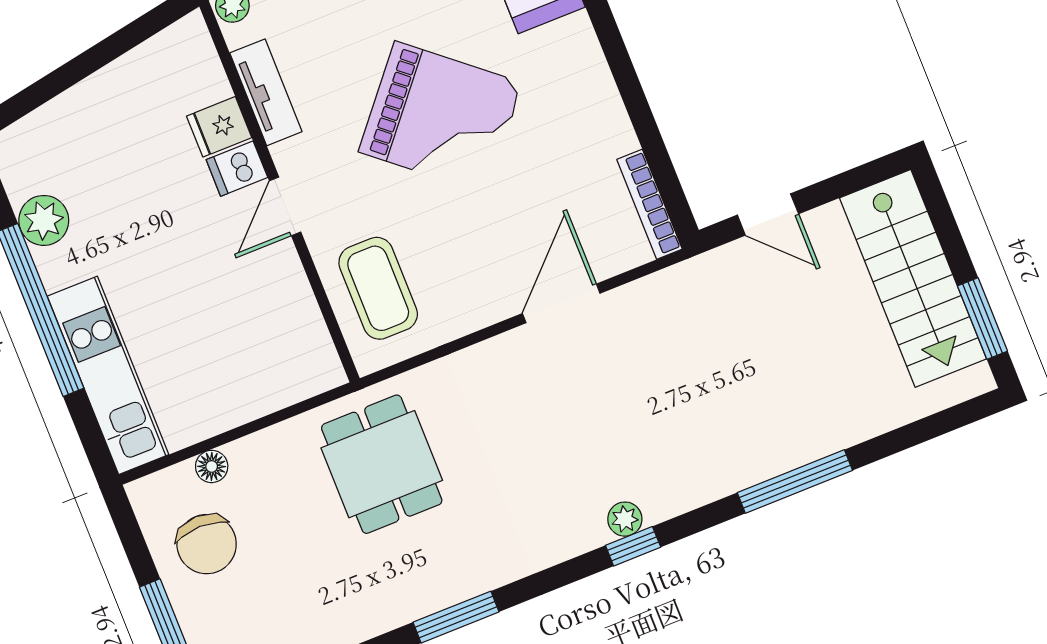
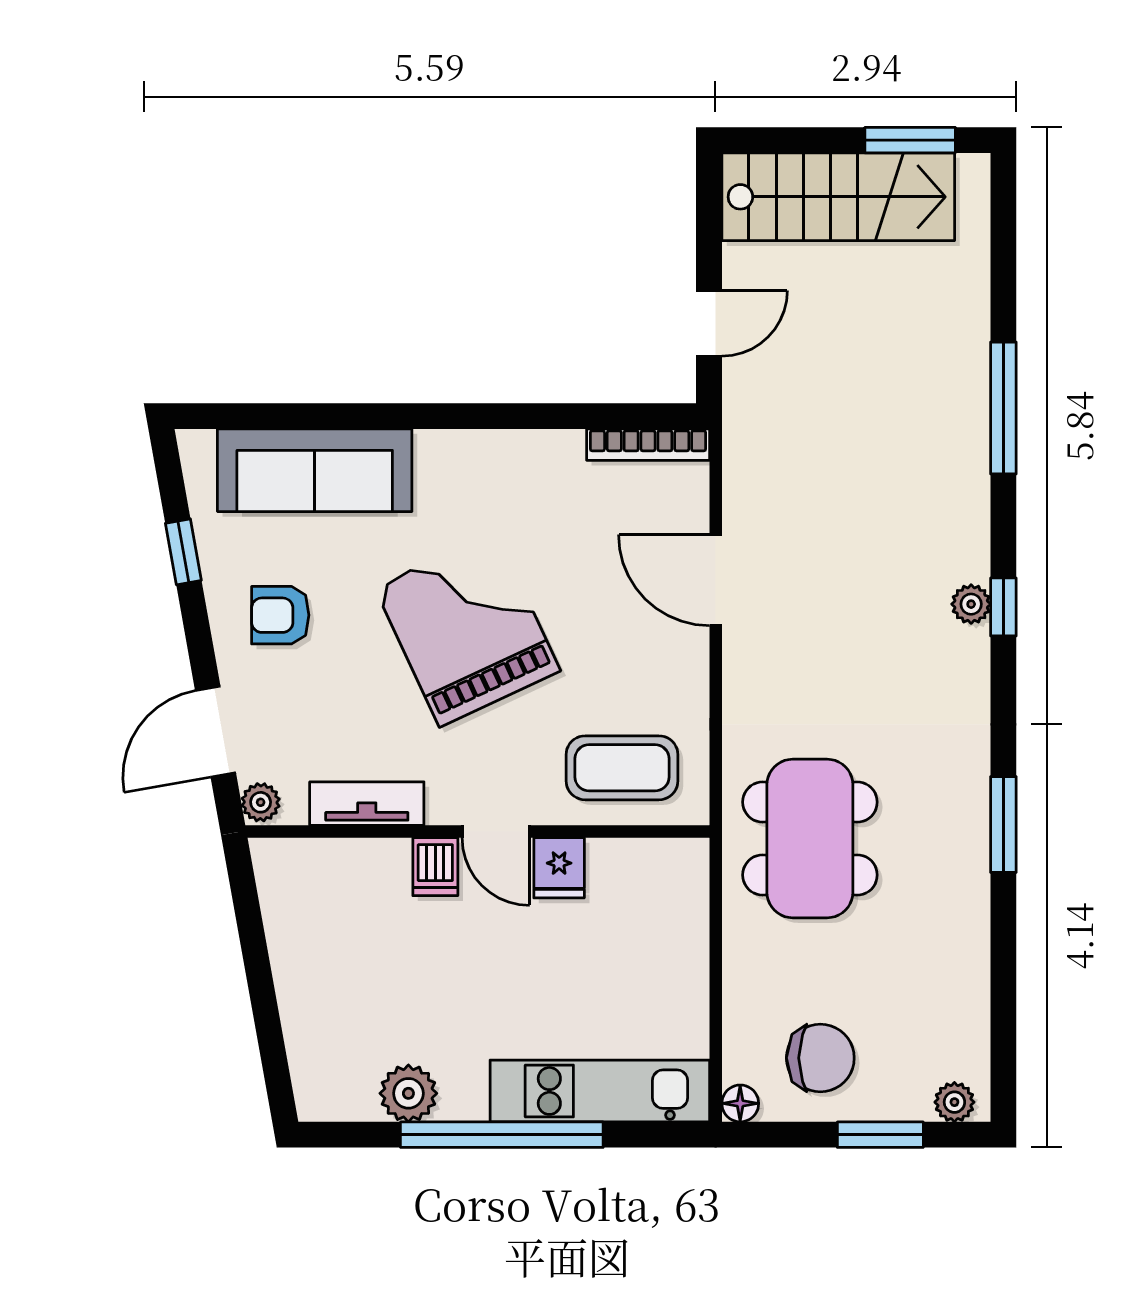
grand piano: (441, 117) -> (467, 629), turned -65
fridge: (219, 127) -> (559, 868), moved
dining table: (382, 464) -> (810, 839), width x1.38
floor lamp: (212, 466) -> (740, 1103), moved

